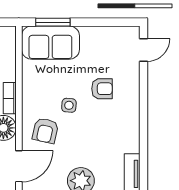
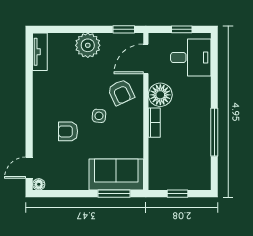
floor lamp: (133, 32) -> (39, 184), added
armchair: (45, 131) -> (121, 92), turned 142

